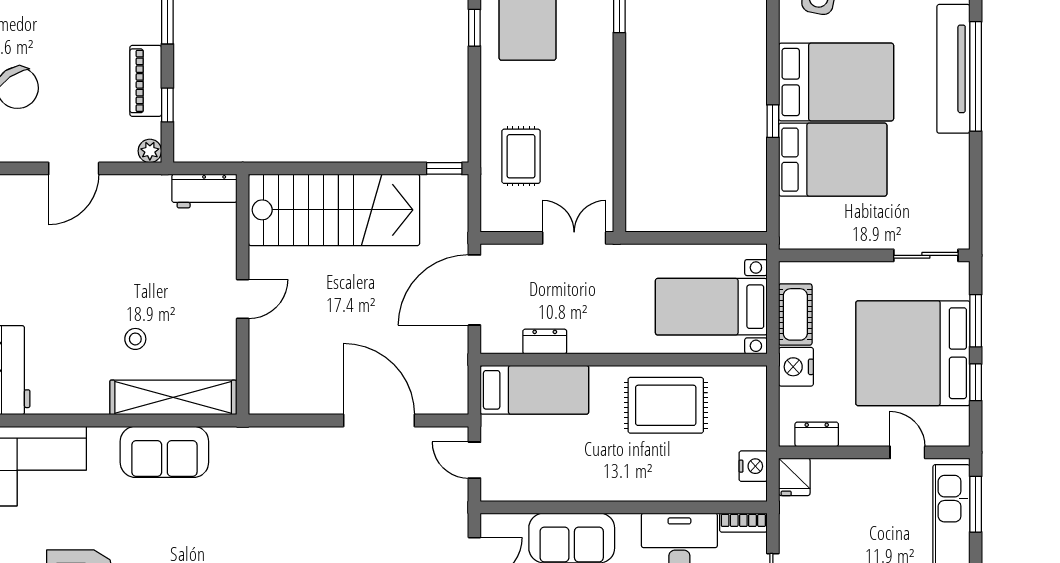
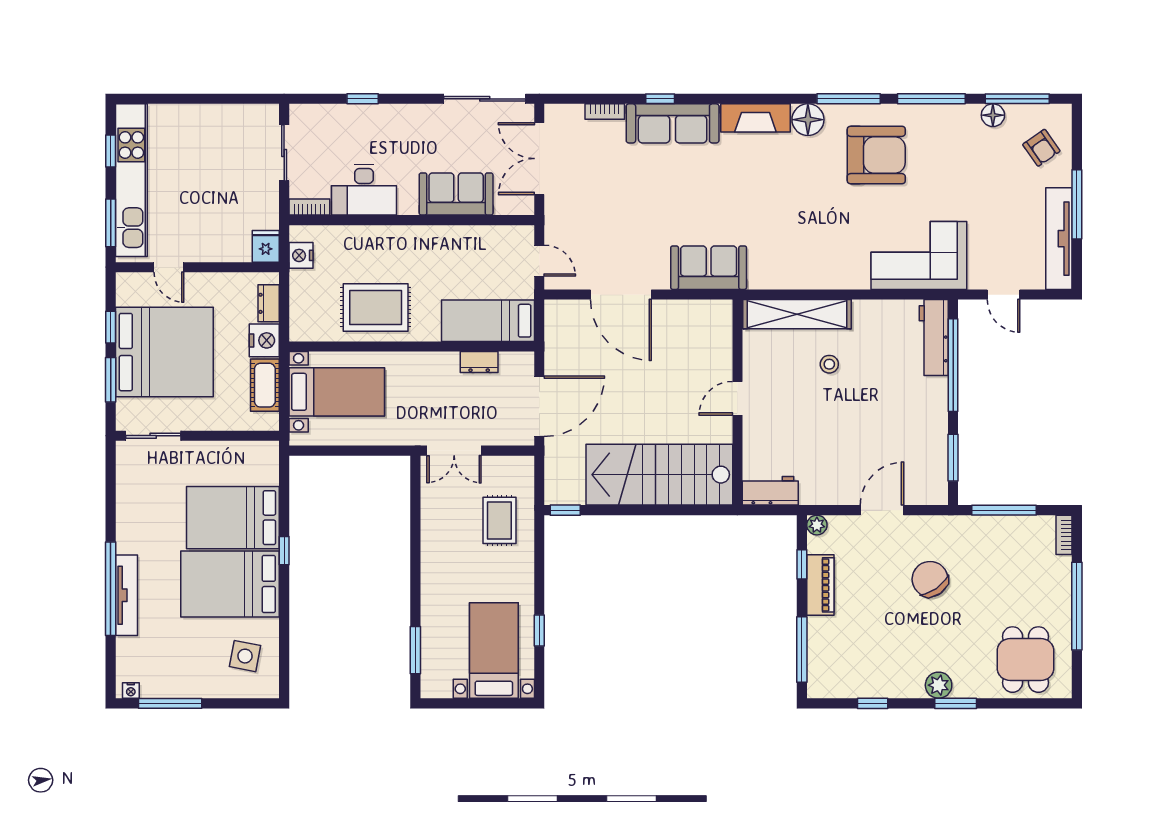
tv unit: (953, 69) -> (127, 595), width x0.73, depth x0.78
dresser: (817, 434) -> (269, 303), moved, turned 90
sofa: (164, 452) -> (709, 268), moved

